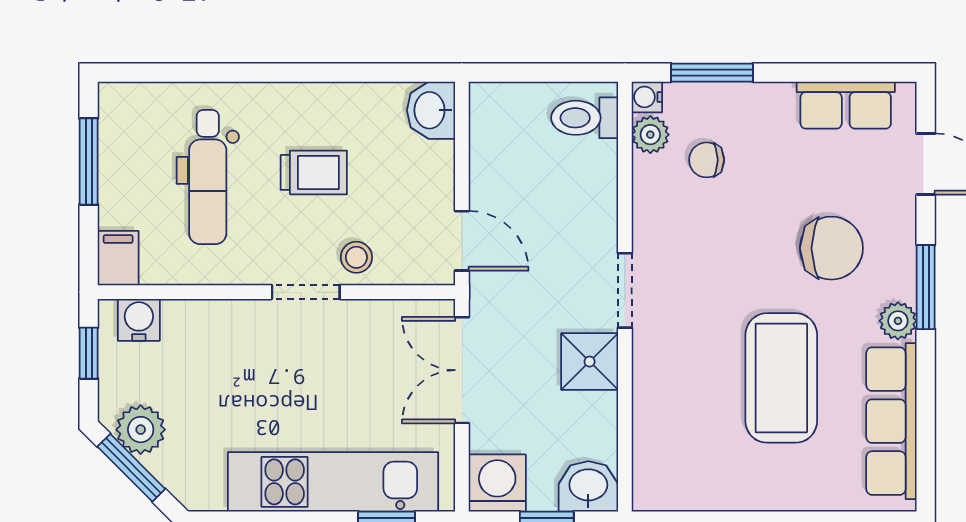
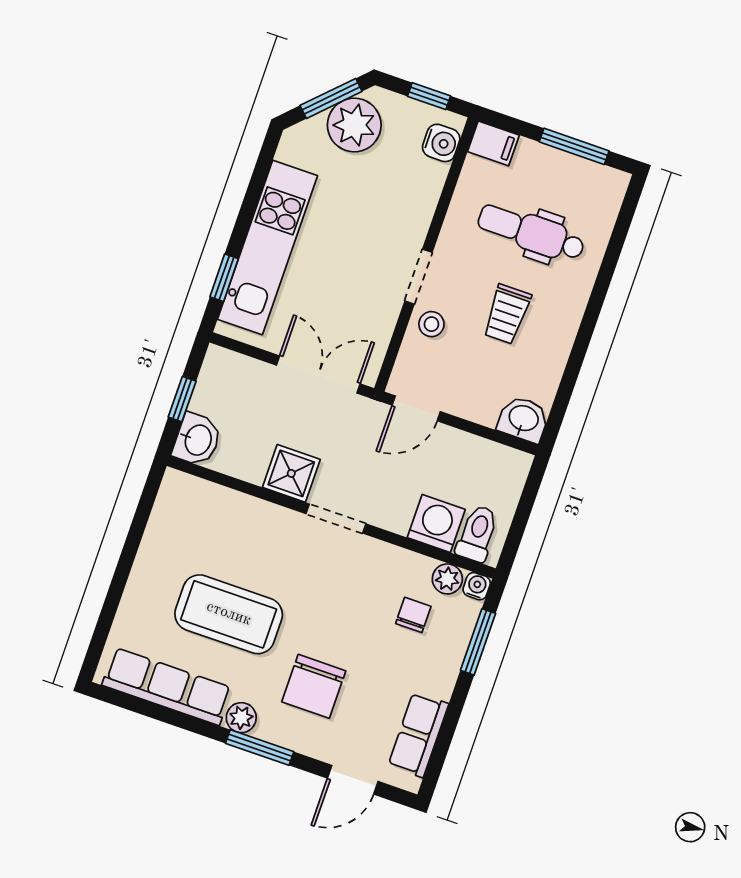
plant: (141, 430) -> (354, 125), width x1.36, depth x1.36
washing machine: (497, 483) -> (436, 524), moved, turned -90

